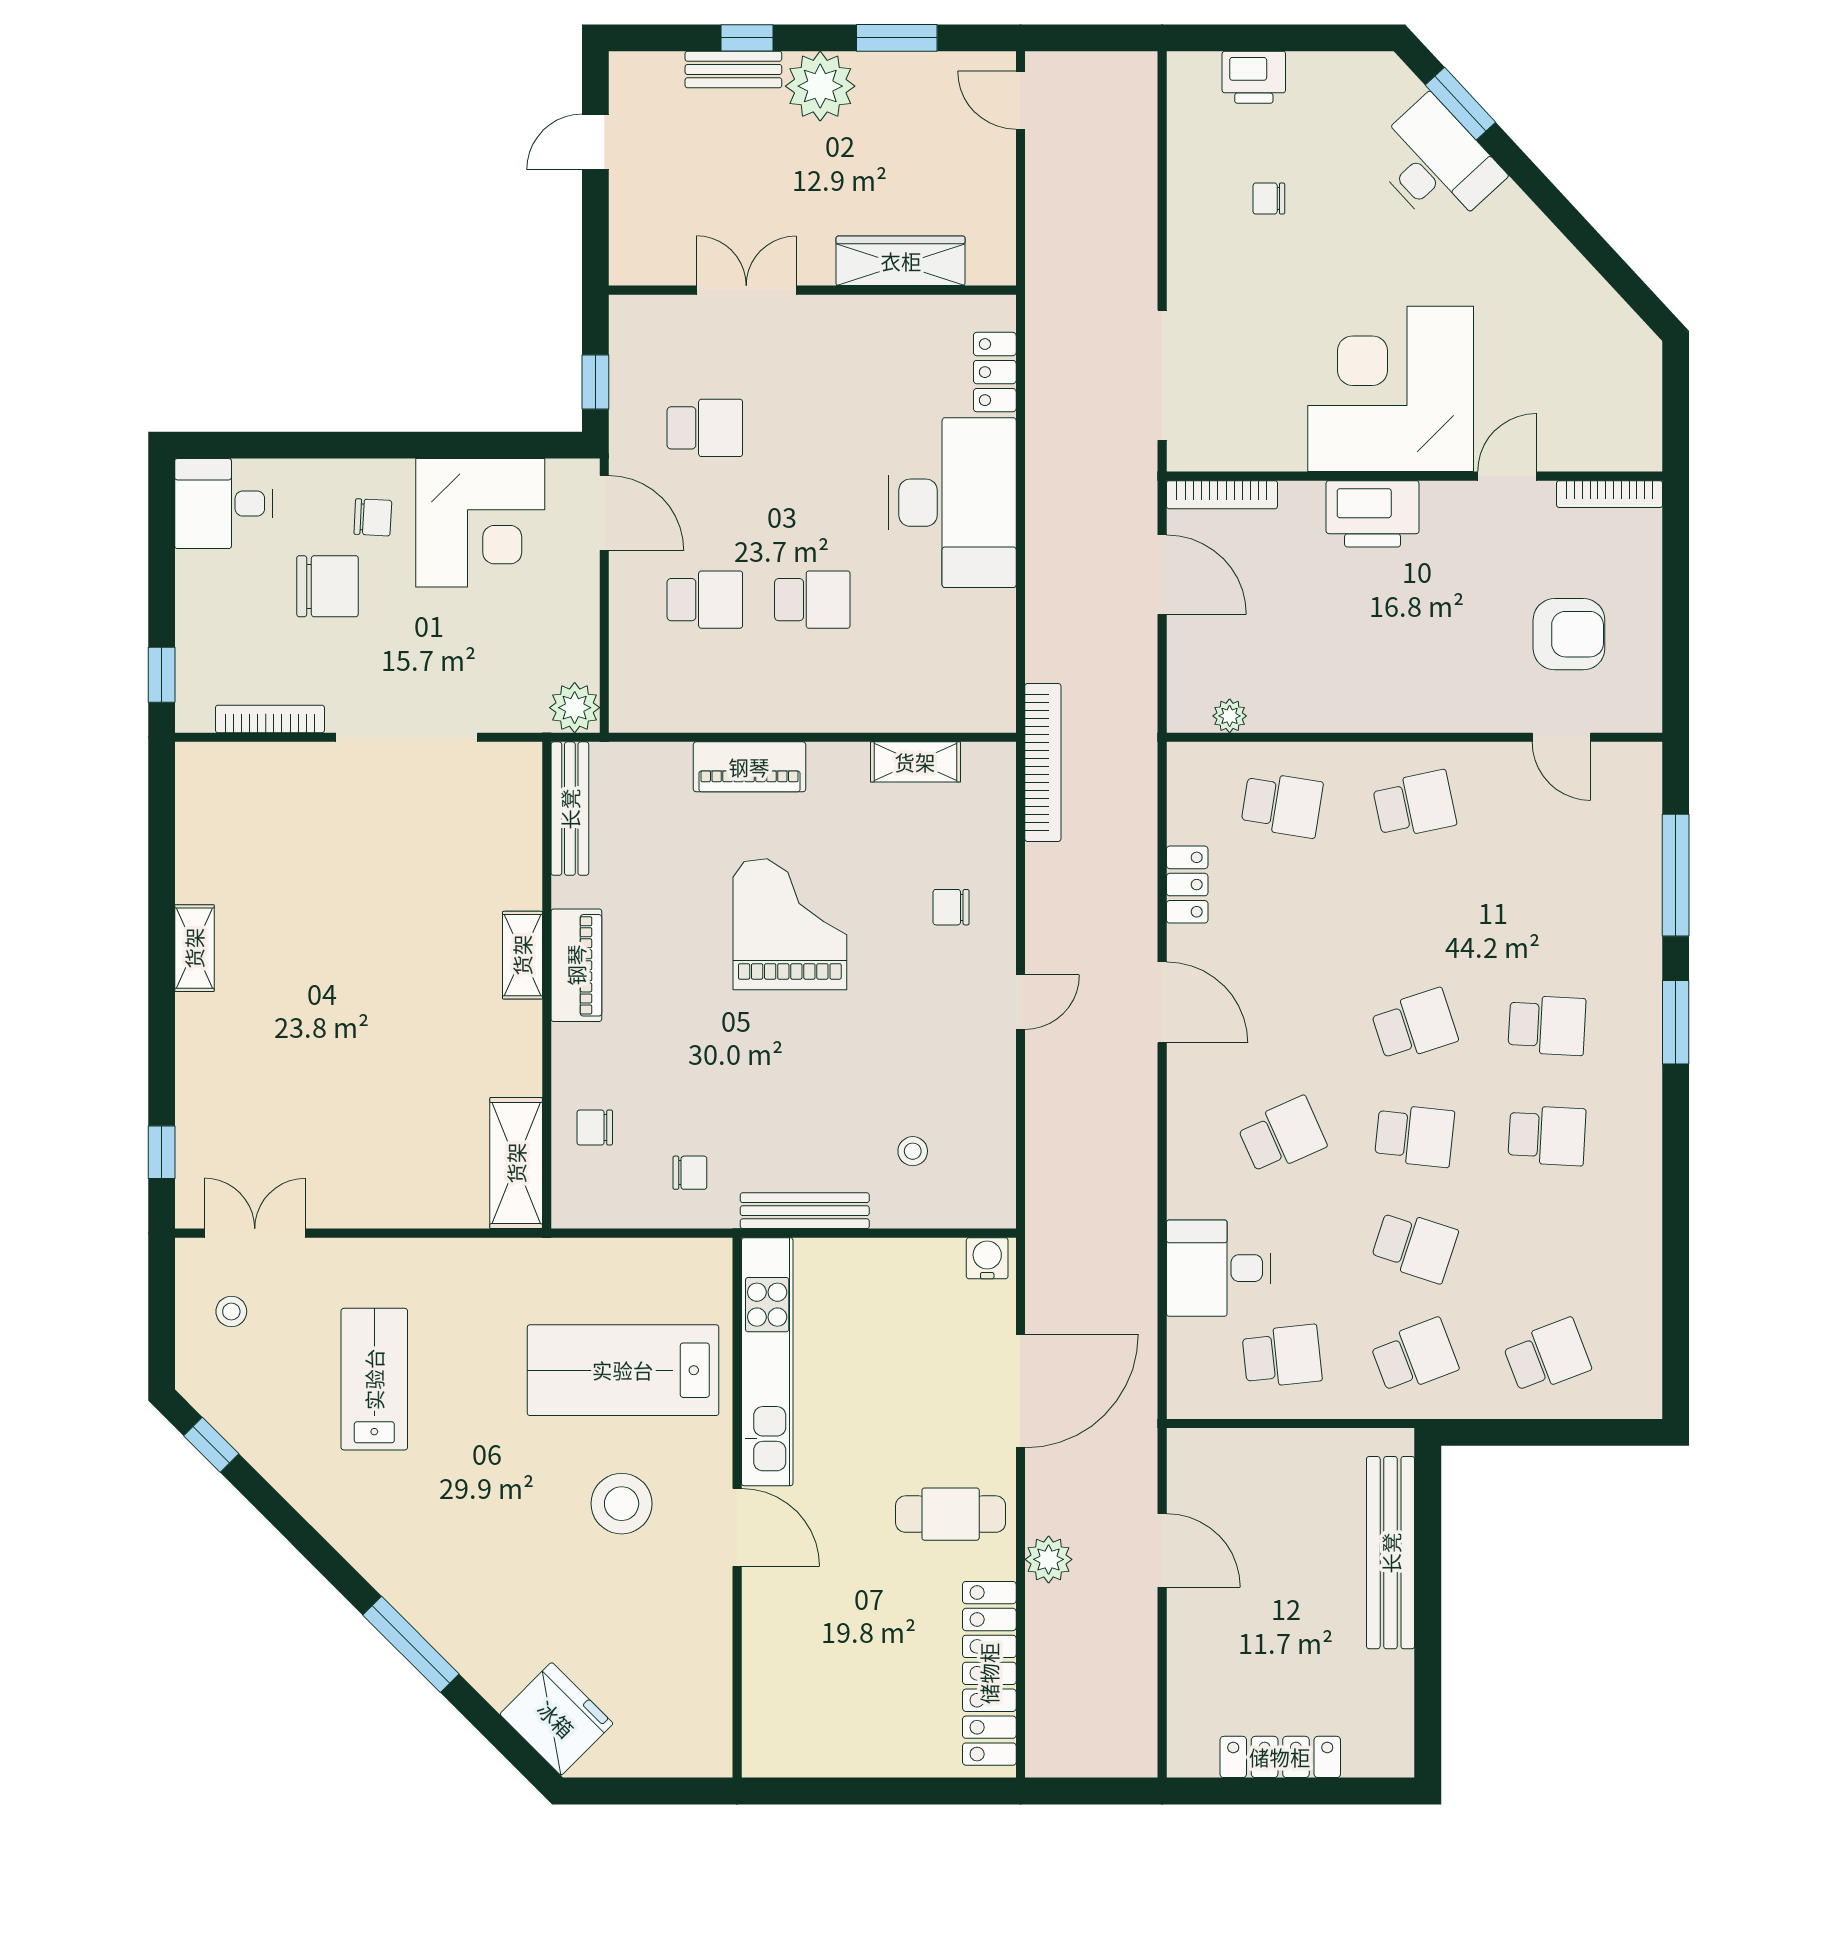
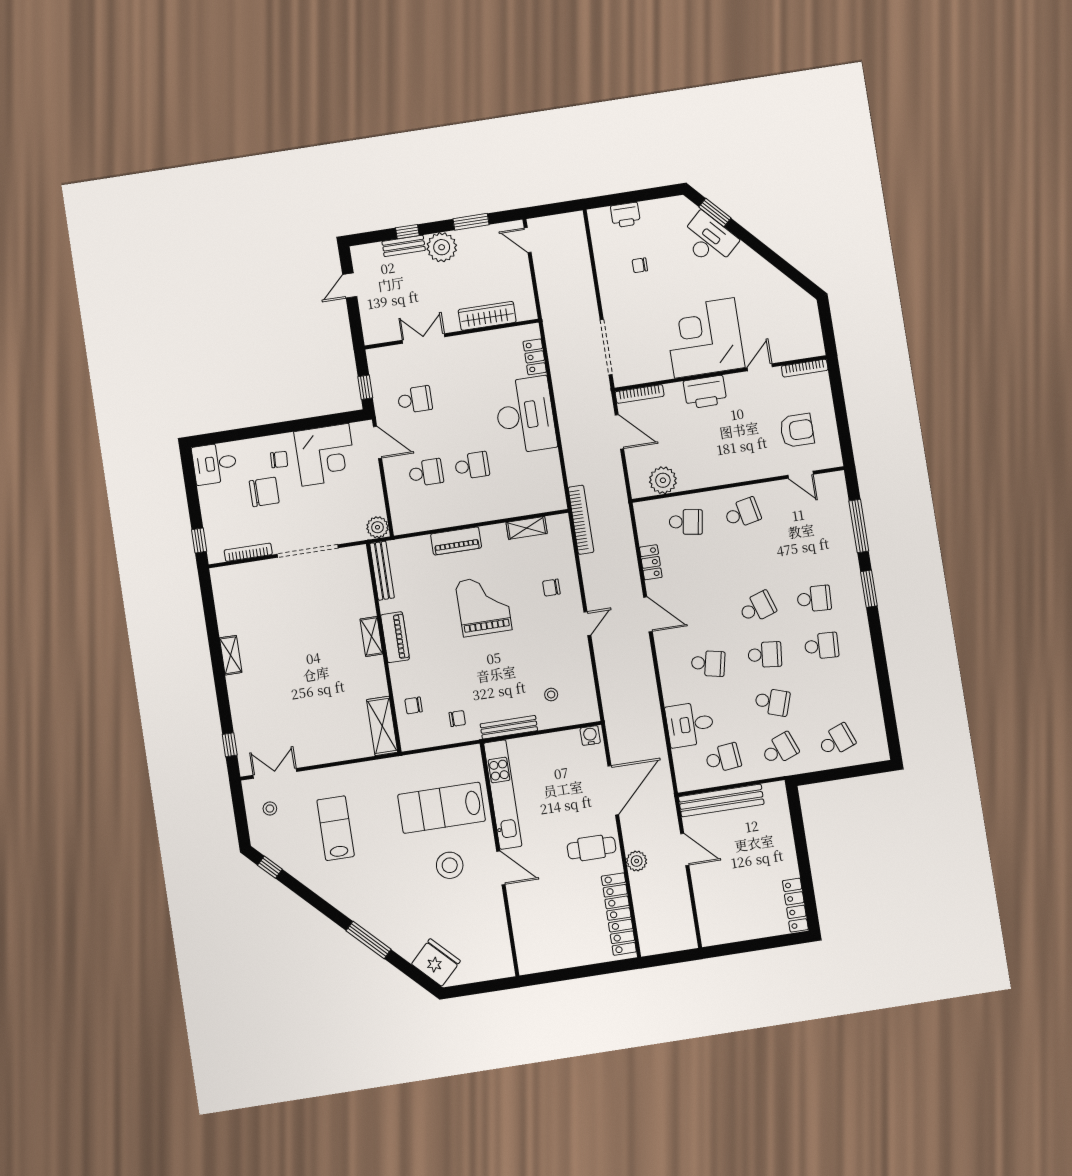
plant: (1230, 716) -> (663, 480), width x1.87, depth x1.87
school desk: (1282, 1136) -> (708, 663), turned 36
bench: (1391, 1553) -> (721, 800), moved, turned 90
locker: (1280, 1757) -> (795, 905), moved, turned -90

